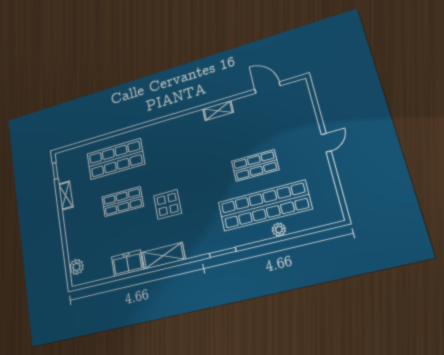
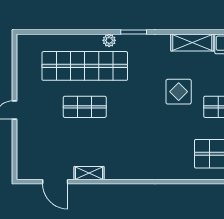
shelving: (218, 111) -> (89, 173), moved
plant: (279, 230) -> (109, 40), moved

